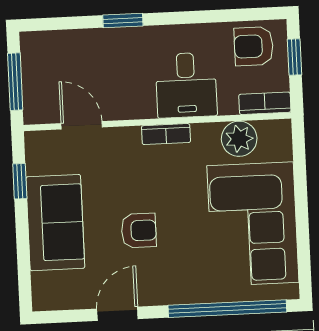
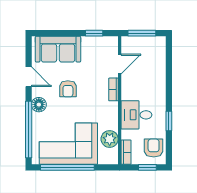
window: (123, 21) -> (169, 121), moved
bookcase: (166, 134) -> (113, 89), moved
sofa: (55, 223) -> (58, 49), moved
window: (302, 224) -> (67, 167), added
floor lamp: (174, 290) -> (39, 105), added

